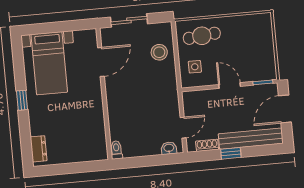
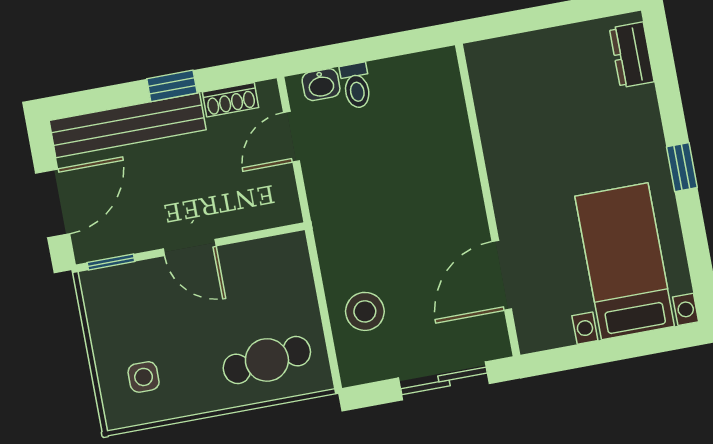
side table: (195, 67) -> (144, 377), moved
toilet: (116, 150) -> (356, 86), moved

